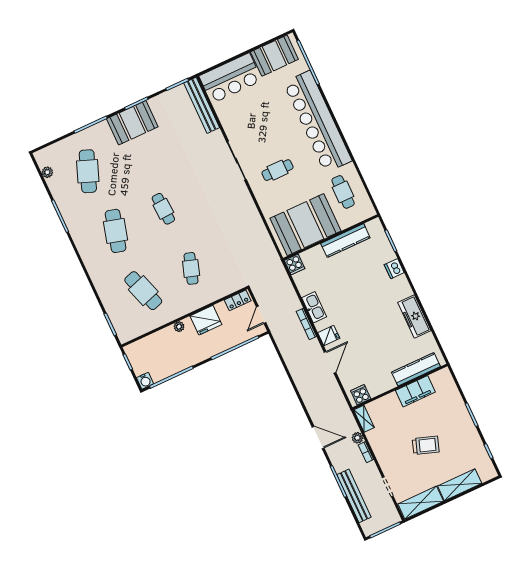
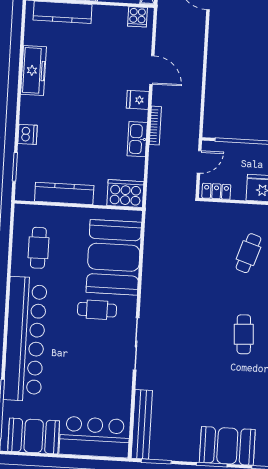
booth: (305, 225) -> (114, 257), moved, turned 90
cooker: (295, 264) -> (125, 194), width x1.87, depth x1.31
door: (330, 362) -> (152, 70), swing flipped

